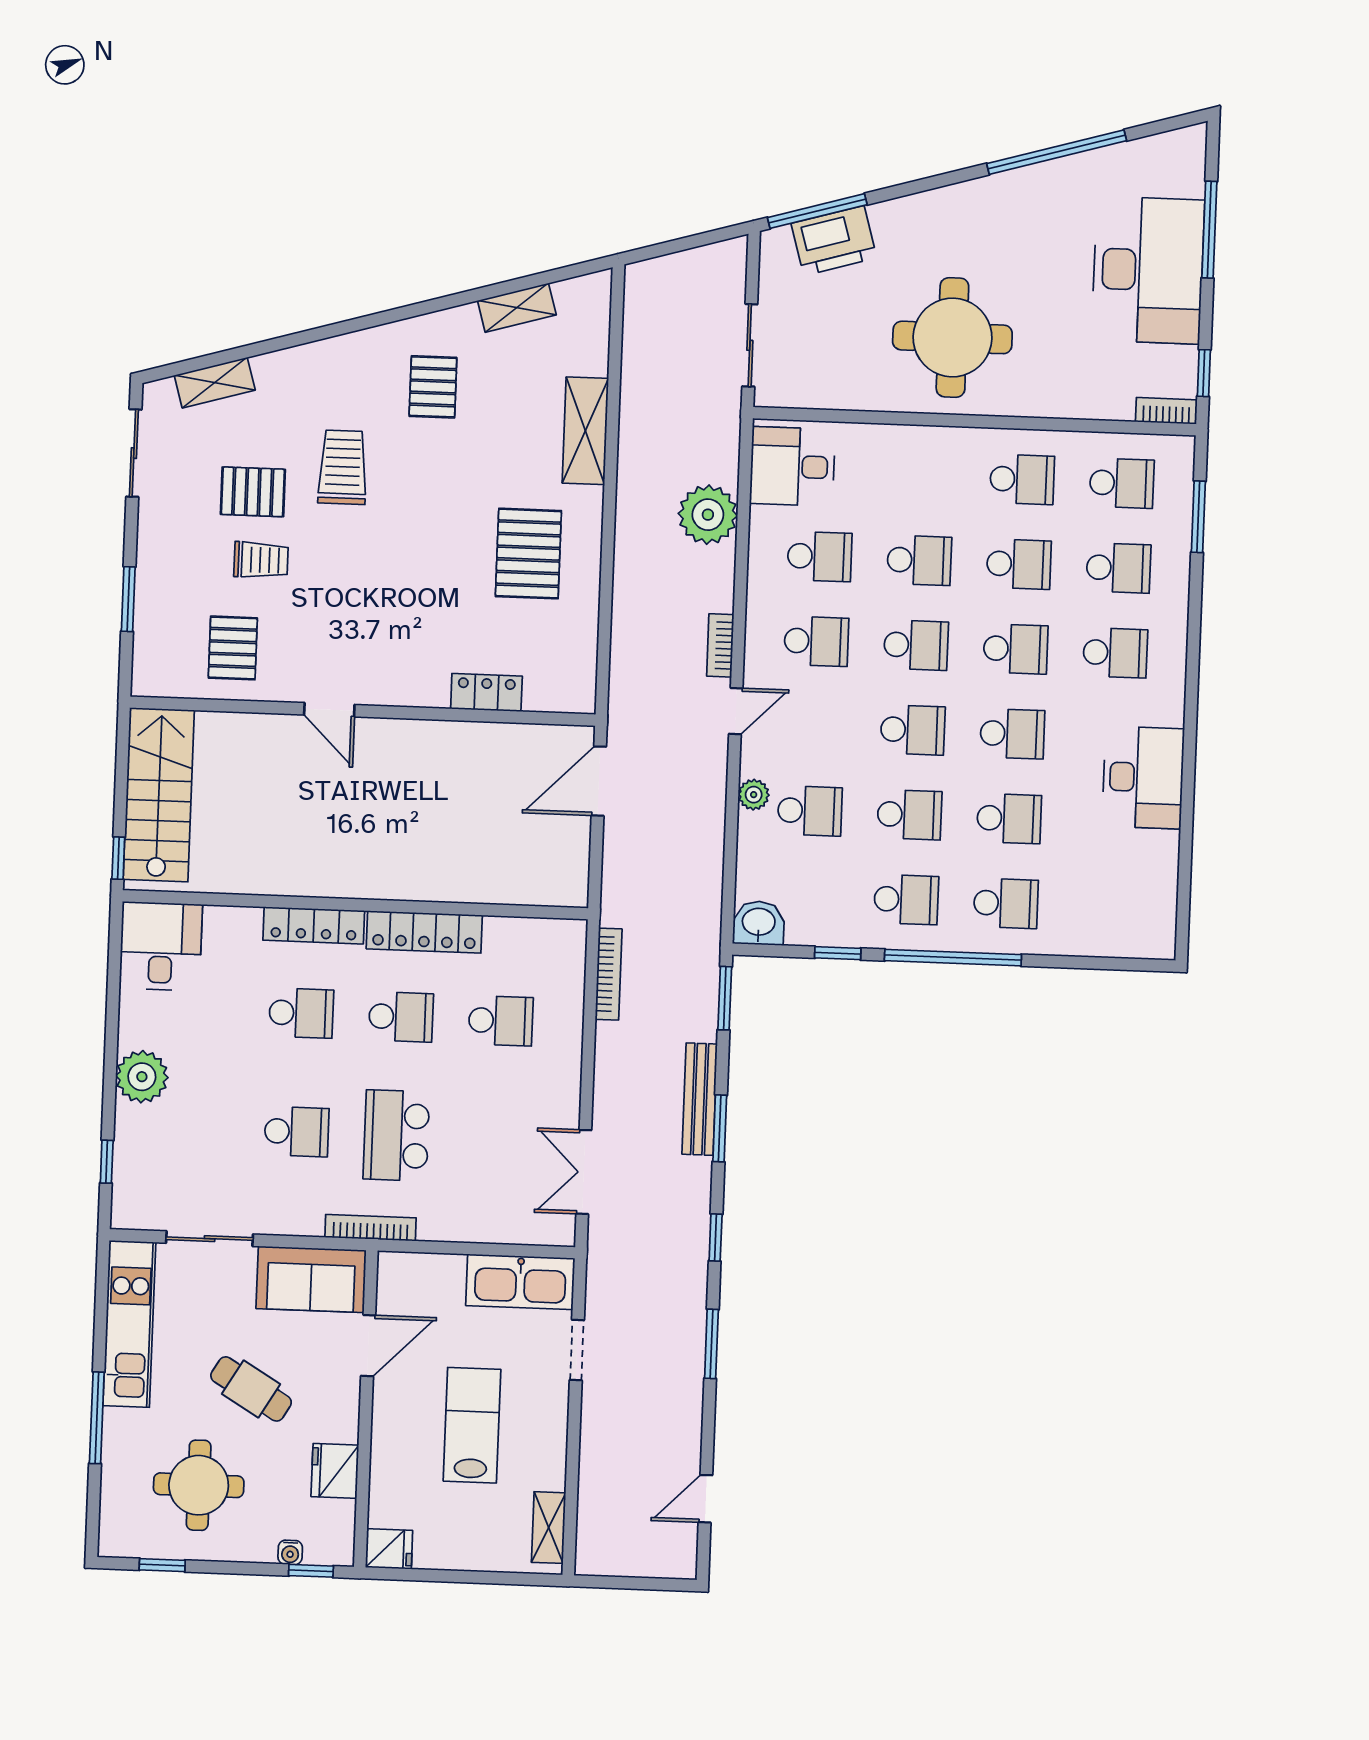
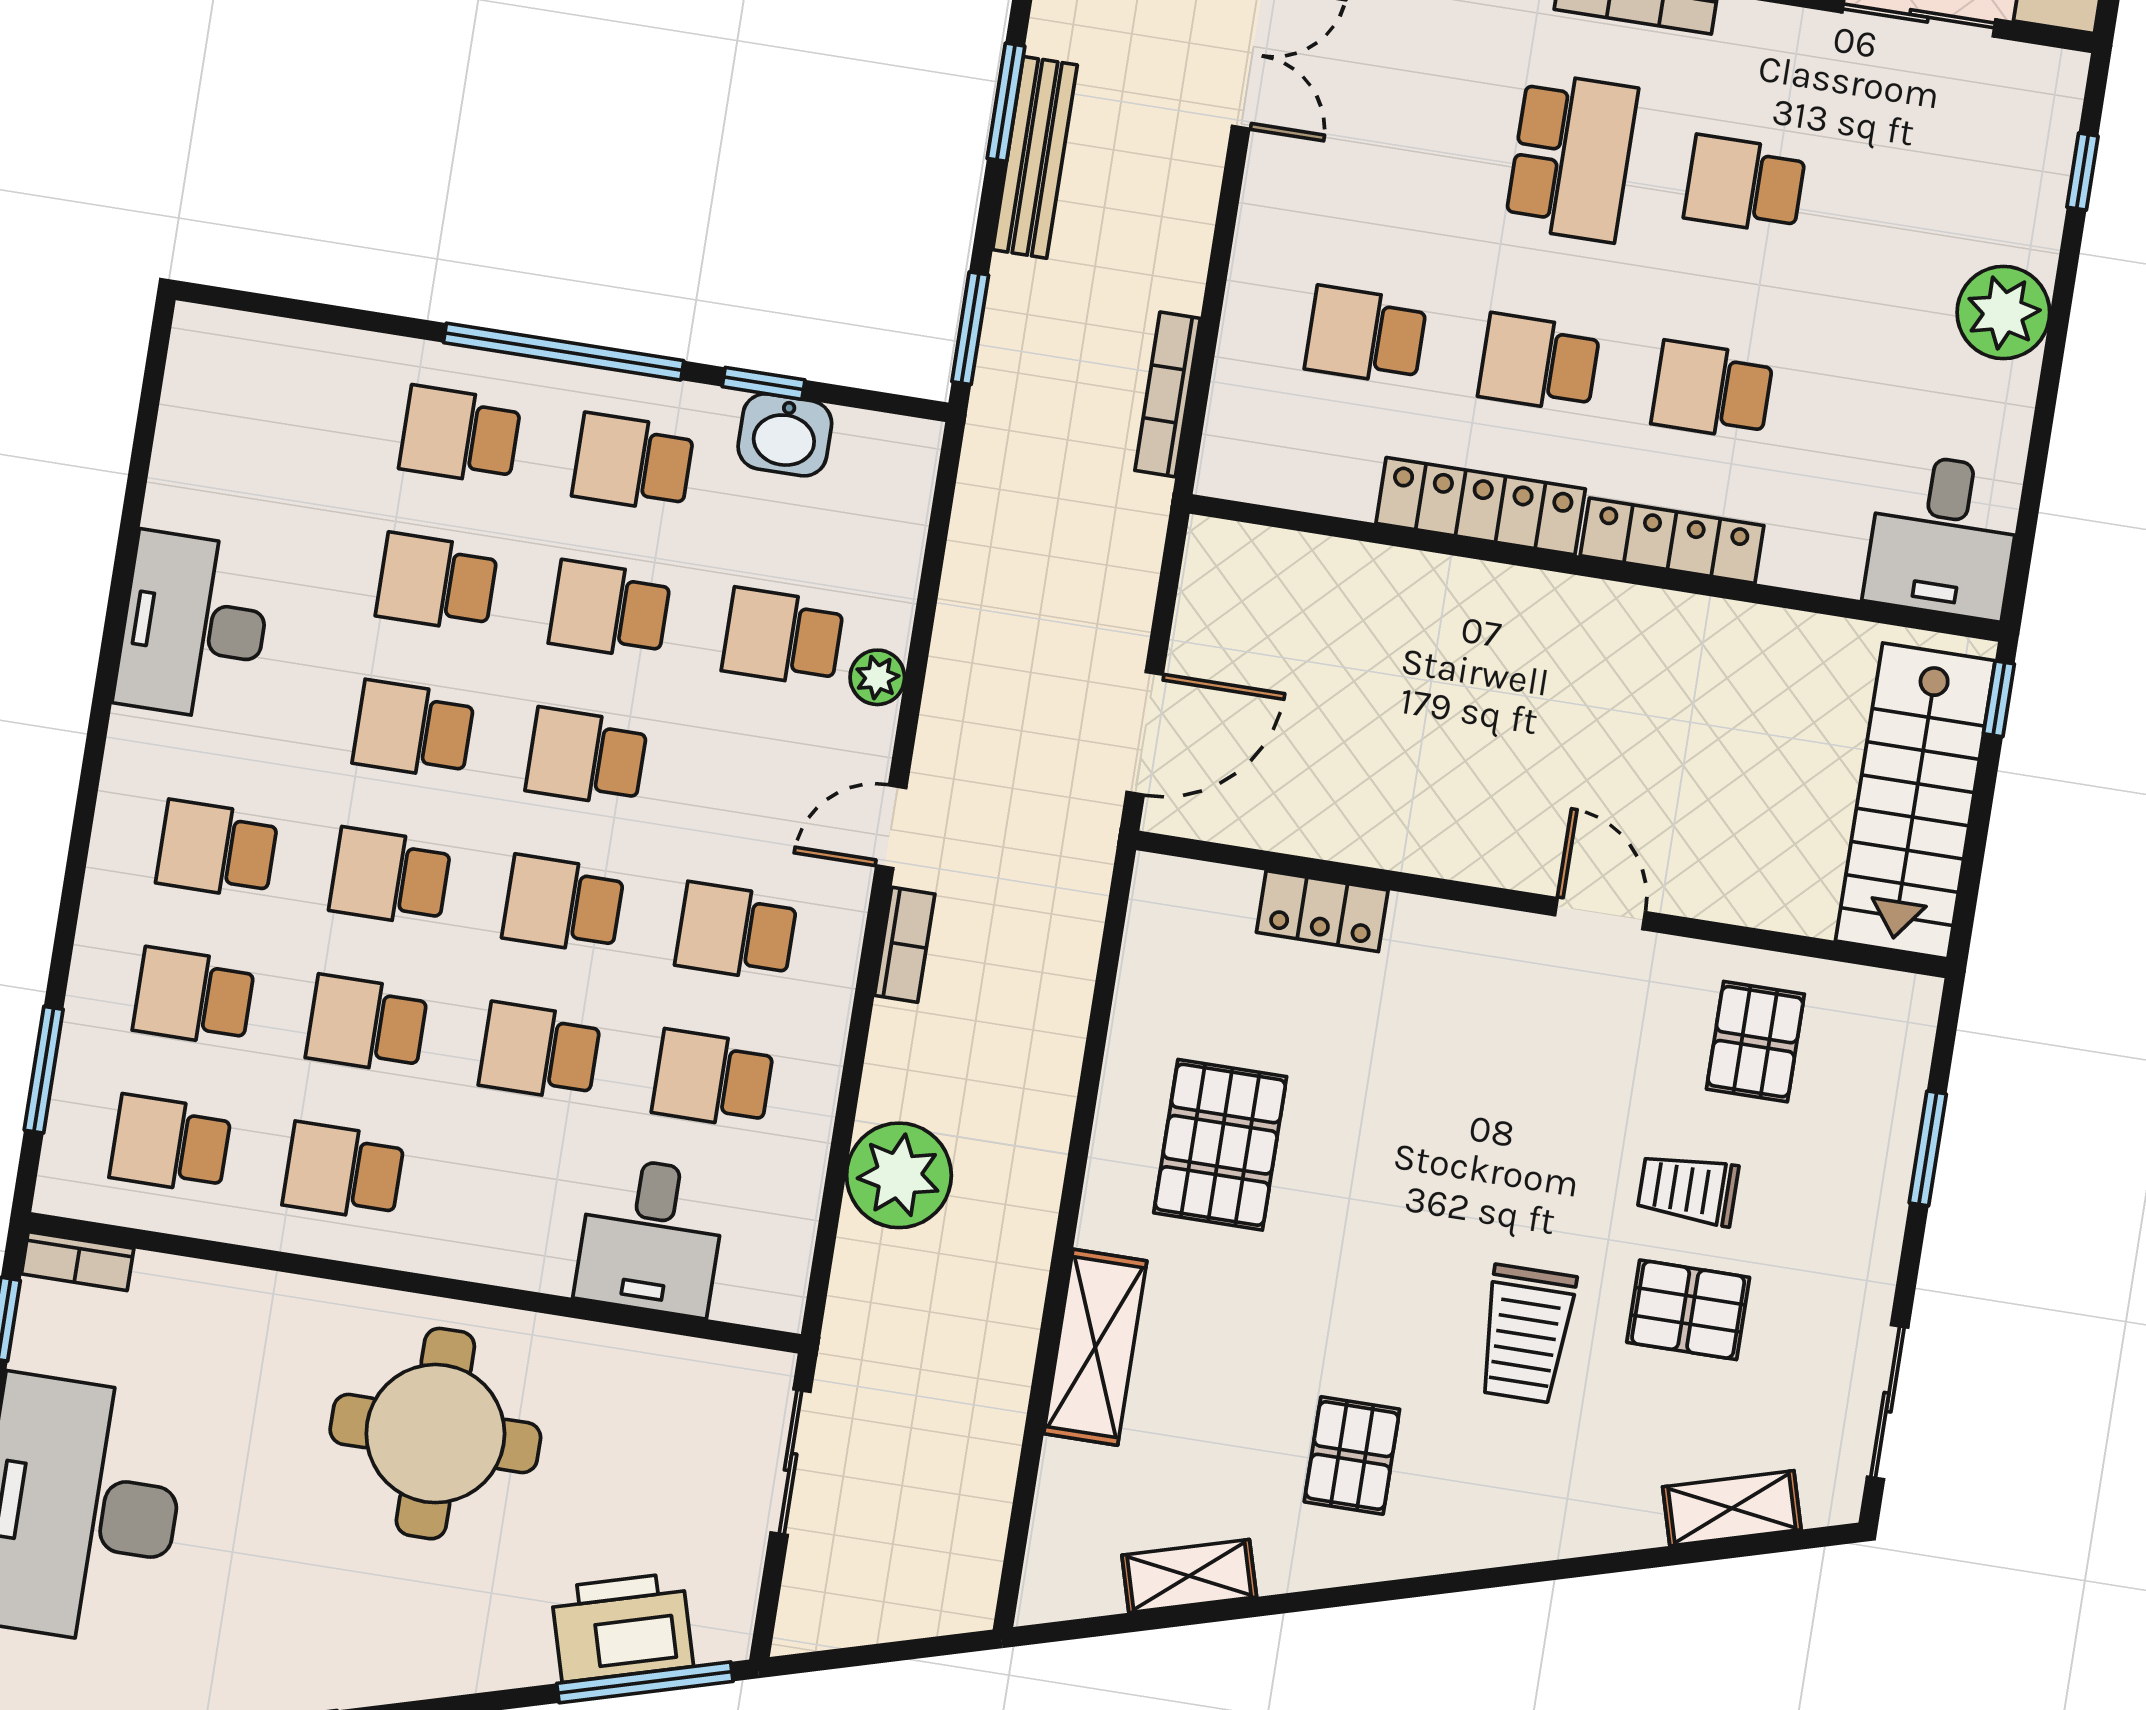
desk: (792, 466) -> (651, 1236), moved, turned 90
washbasin: (759, 923) -> (785, 435), moved

